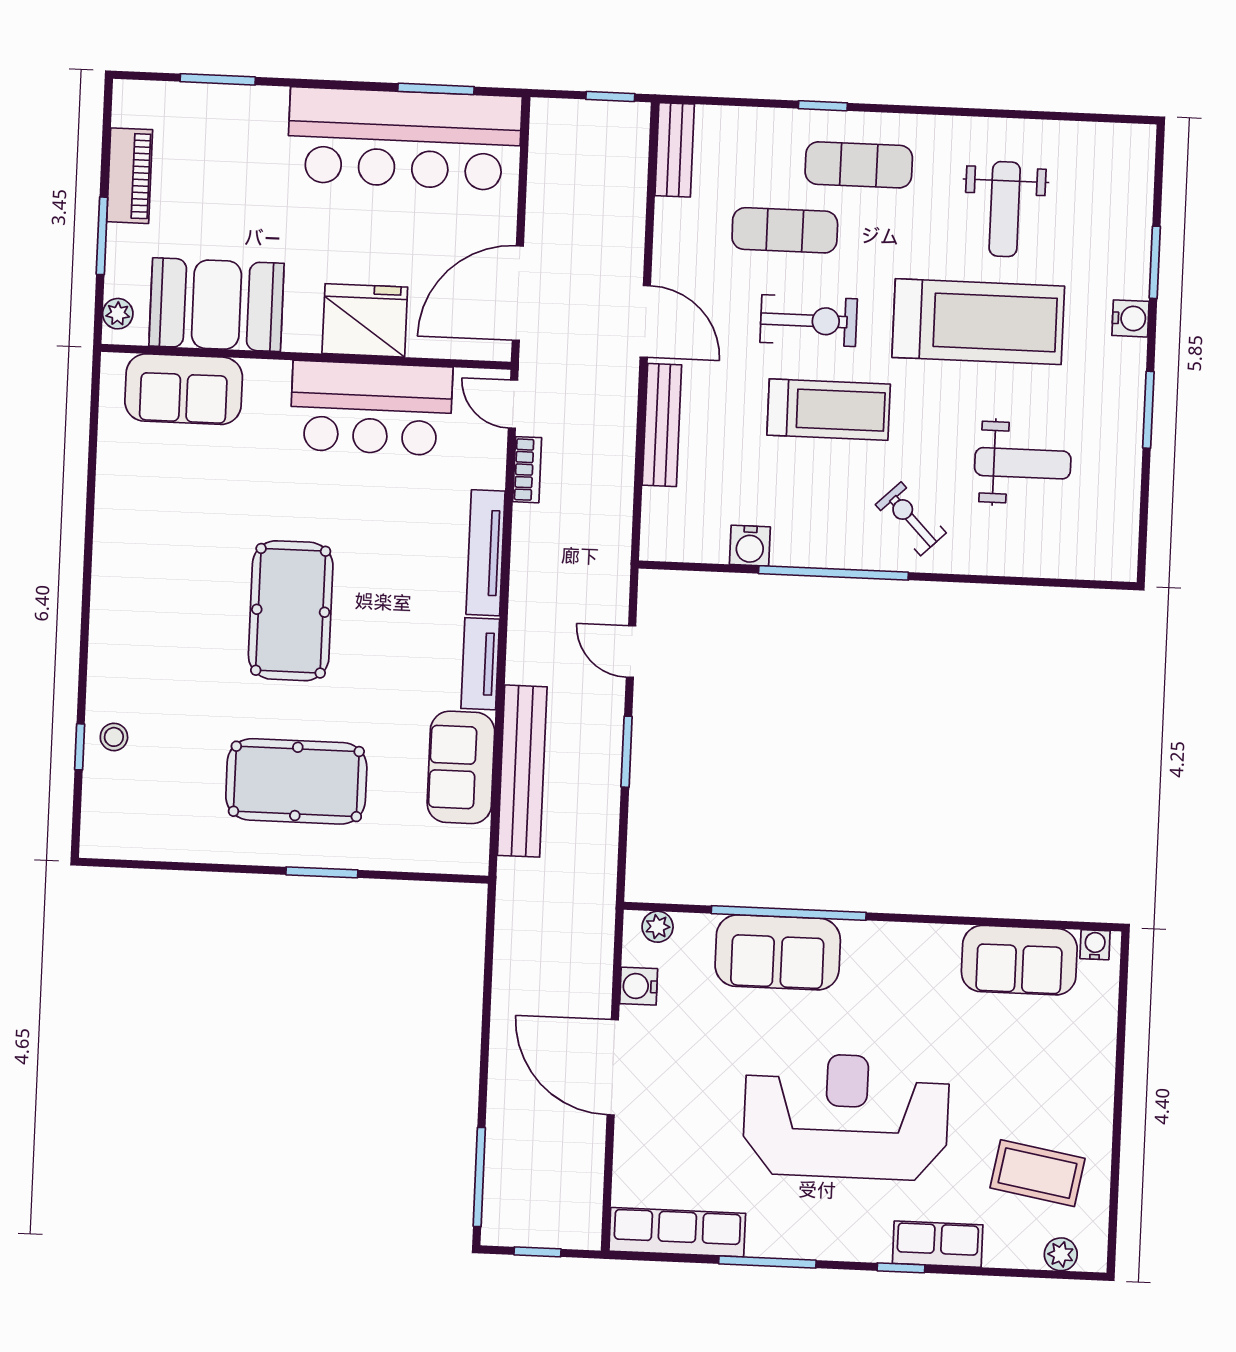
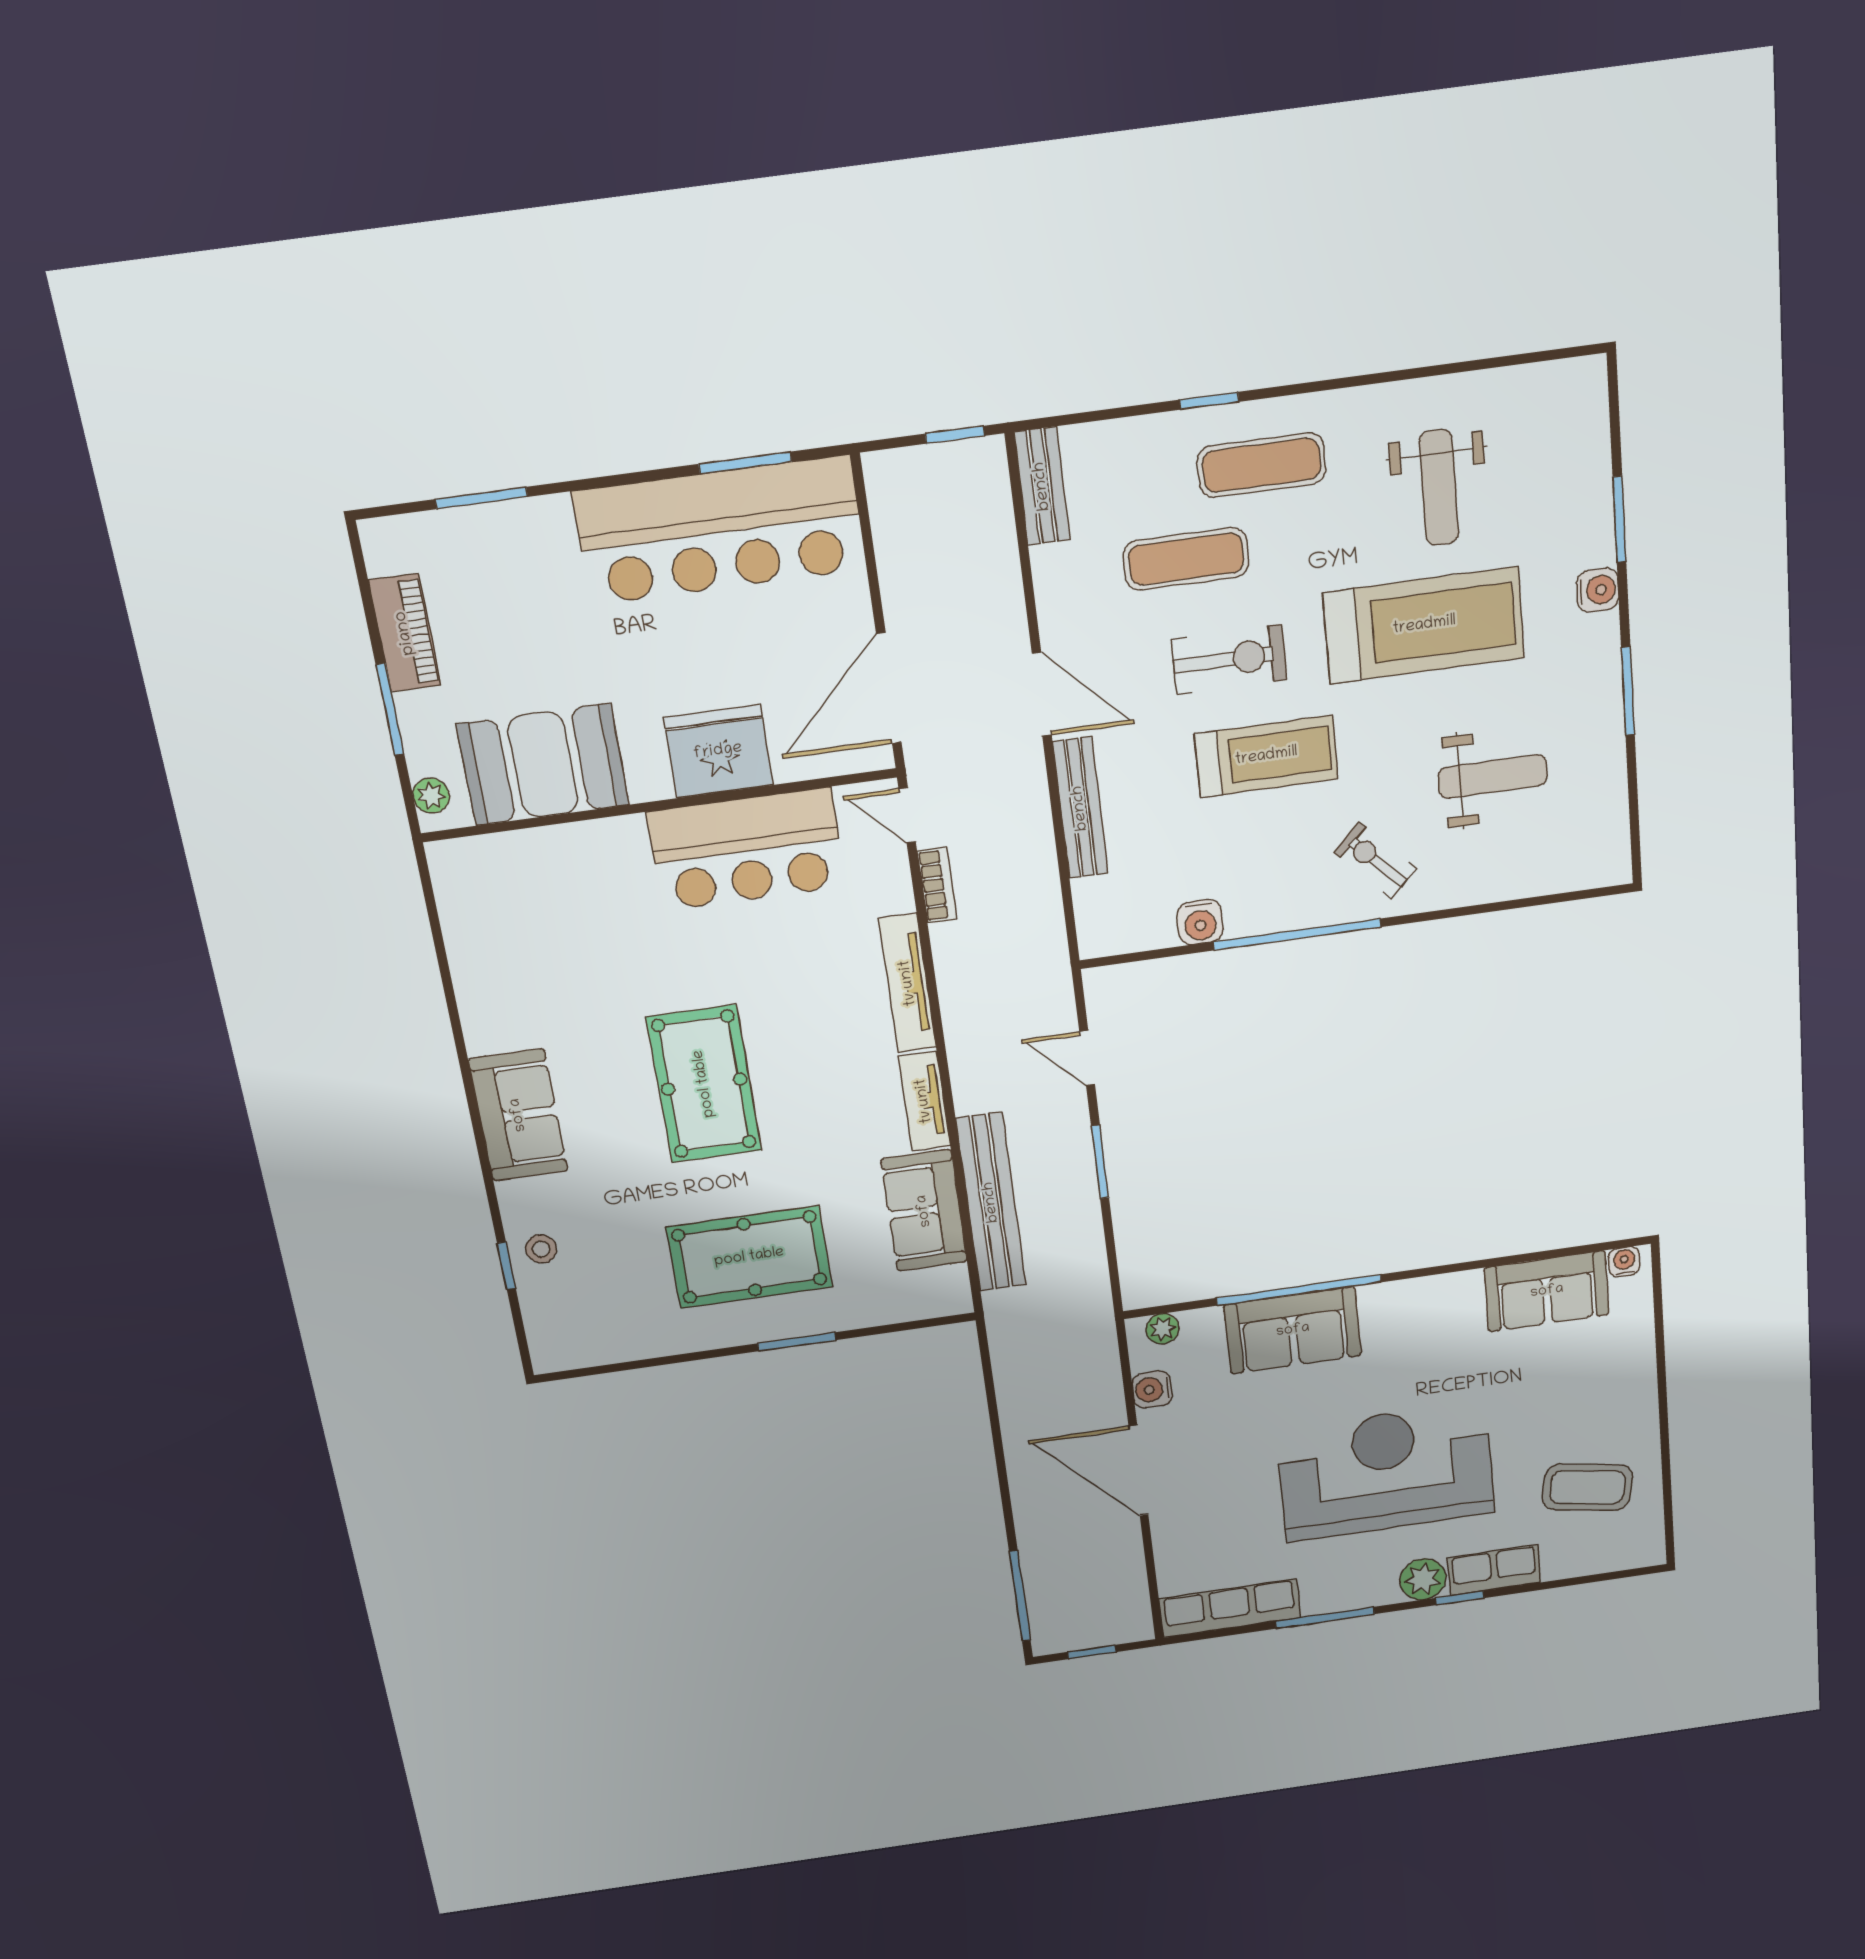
sofa: (184, 389) -> (518, 1115), moved, turned -90
plant: (1061, 1254) -> (1423, 1579), moved, width x1.38, depth x1.38

